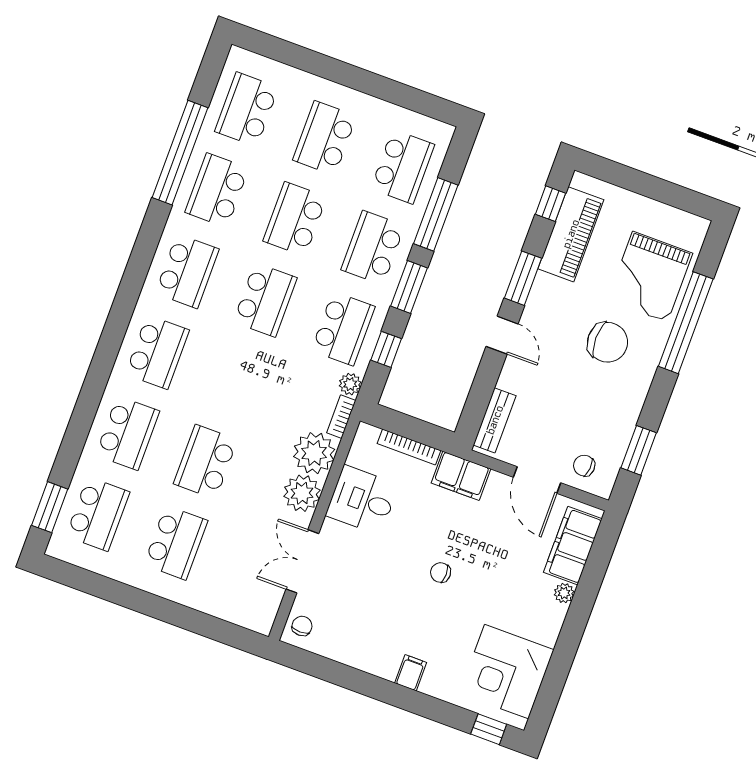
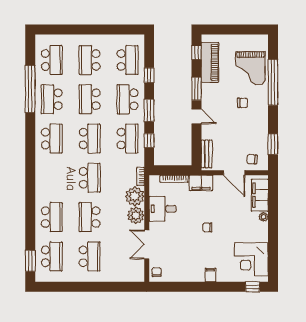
school desk: (247, 109) -> (52, 60), turned 180
window: (436, 214) -> (149, 75), width x0.46
chair: (607, 342) -> (243, 103), width x0.54, depth x0.54
school desk: (157, 352) -> (90, 178), moved
plant: (350, 384) -> (139, 161), removed

